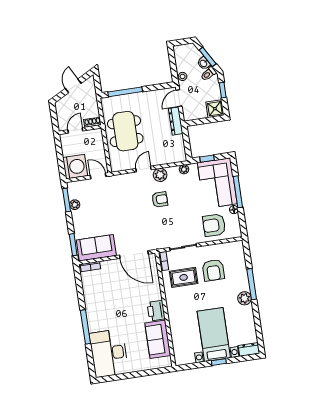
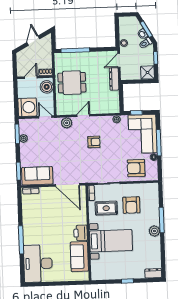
dining table: (125, 131) -> (72, 83), width x0.73
boiler: (96, 140) -> (47, 87), added
plant: (160, 175) -> (67, 123), moved
bed with nightstands: (214, 334) -> (111, 241), moved, turned 90

